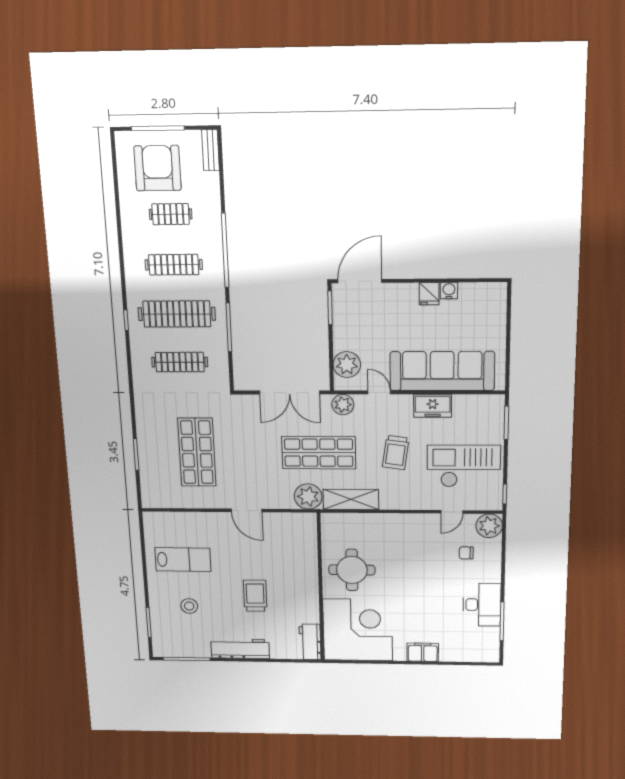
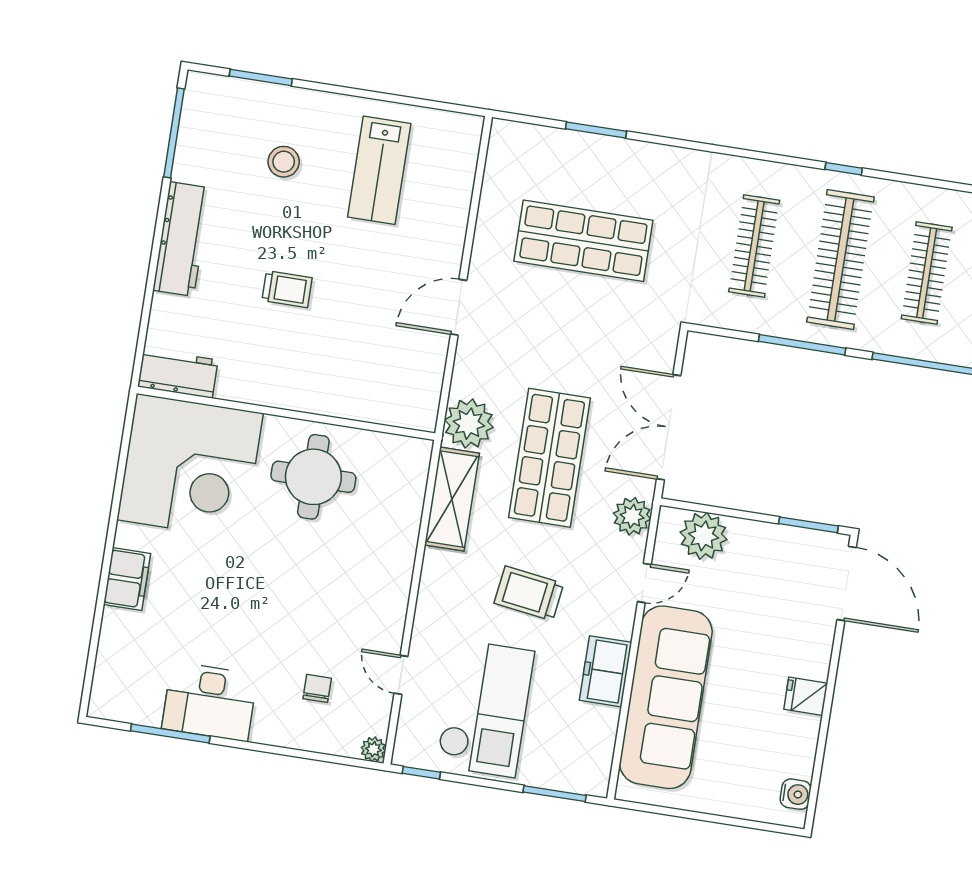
water cooler: (449, 291) -> (796, 794), moved
plant: (489, 526) -> (373, 749), width x0.53, depth x0.53
trolley: (255, 596) -> (287, 289), width x0.73, depth x0.72

